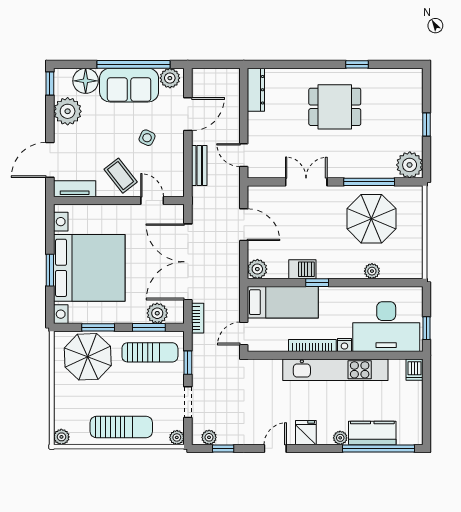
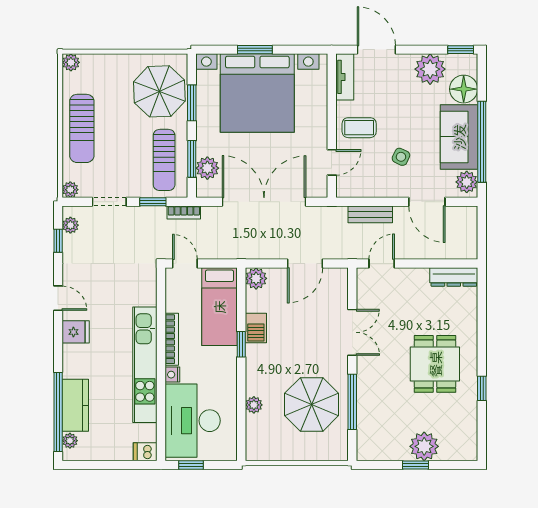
plant: (410, 165) -> (424, 446), moved
coffee table: (121, 176) -> (359, 128), turned 38
bookcase: (198, 318) -> (184, 213), moved
plant: (340, 438) -> (70, 441), moved

